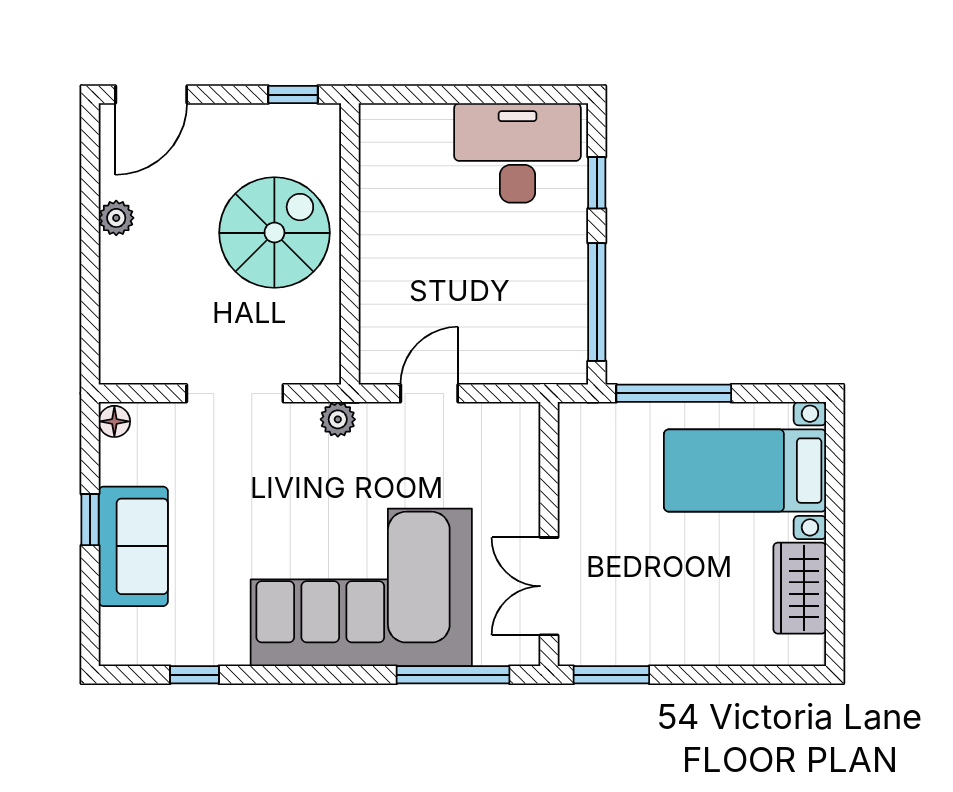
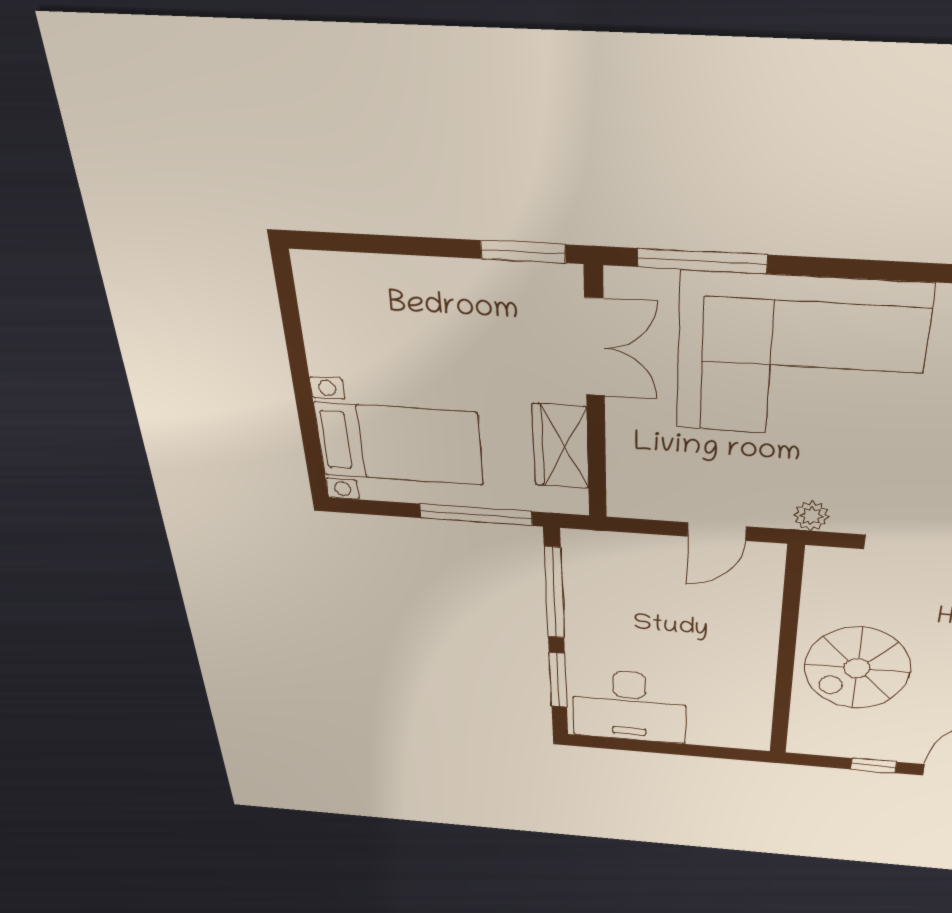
window: (293, 95) -> (873, 766), moved
window: (597, 183) -> (558, 680), width x1.50
wardrobe: (800, 588) -> (561, 446), moved, turned 180

